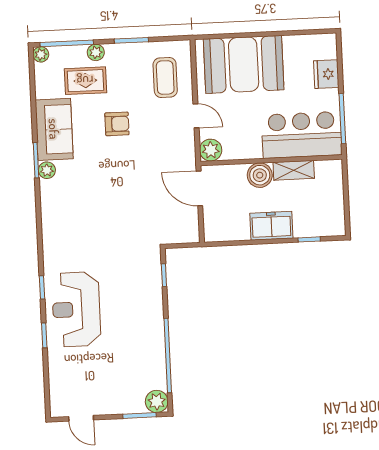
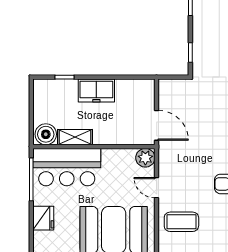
coffee table: (165, 77) -> (181, 222), turned 90
boiler: (260, 175) -> (46, 134), moved

